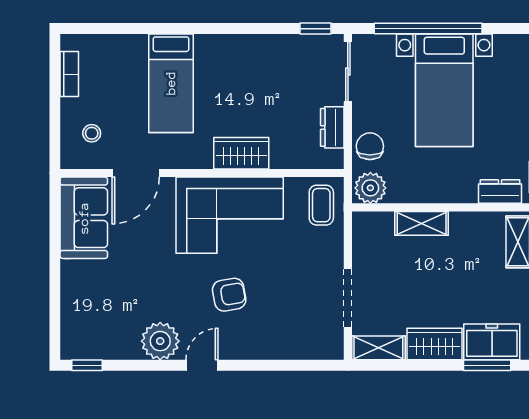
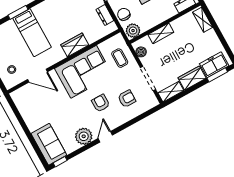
window: (166, 29) -> (18, 12), added
door: (136, 173) -> (38, 76), hinge flipped
coffee table: (321, 205) -> (120, 58), moved
sofa: (84, 218) -> (49, 144), moved
boiler: (363, 238) -> (141, 52), added
armchair: (229, 295) -> (101, 103), turned -80
armchair: (285, 314) -> (127, 99), added

